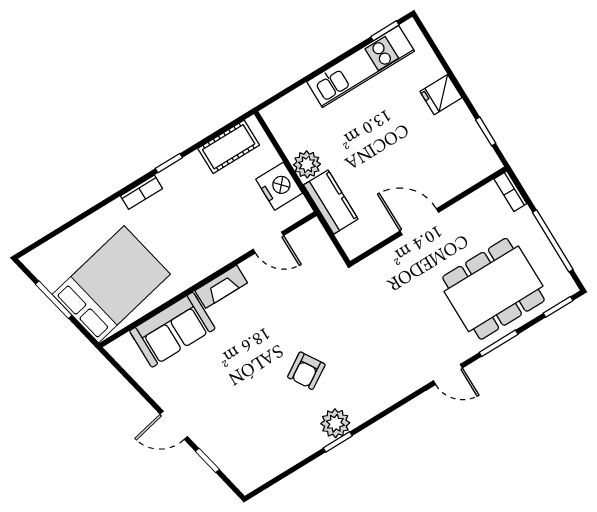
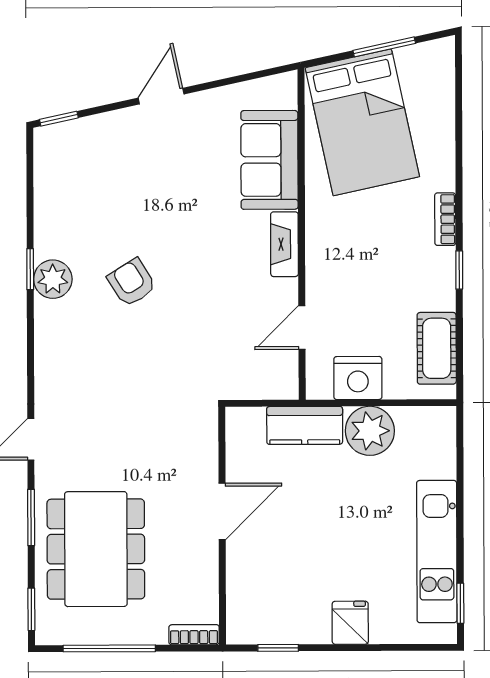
plant: (307, 164) -> (370, 431), width x1.36, depth x1.36
window: (207, 460) -> (59, 119), moved

